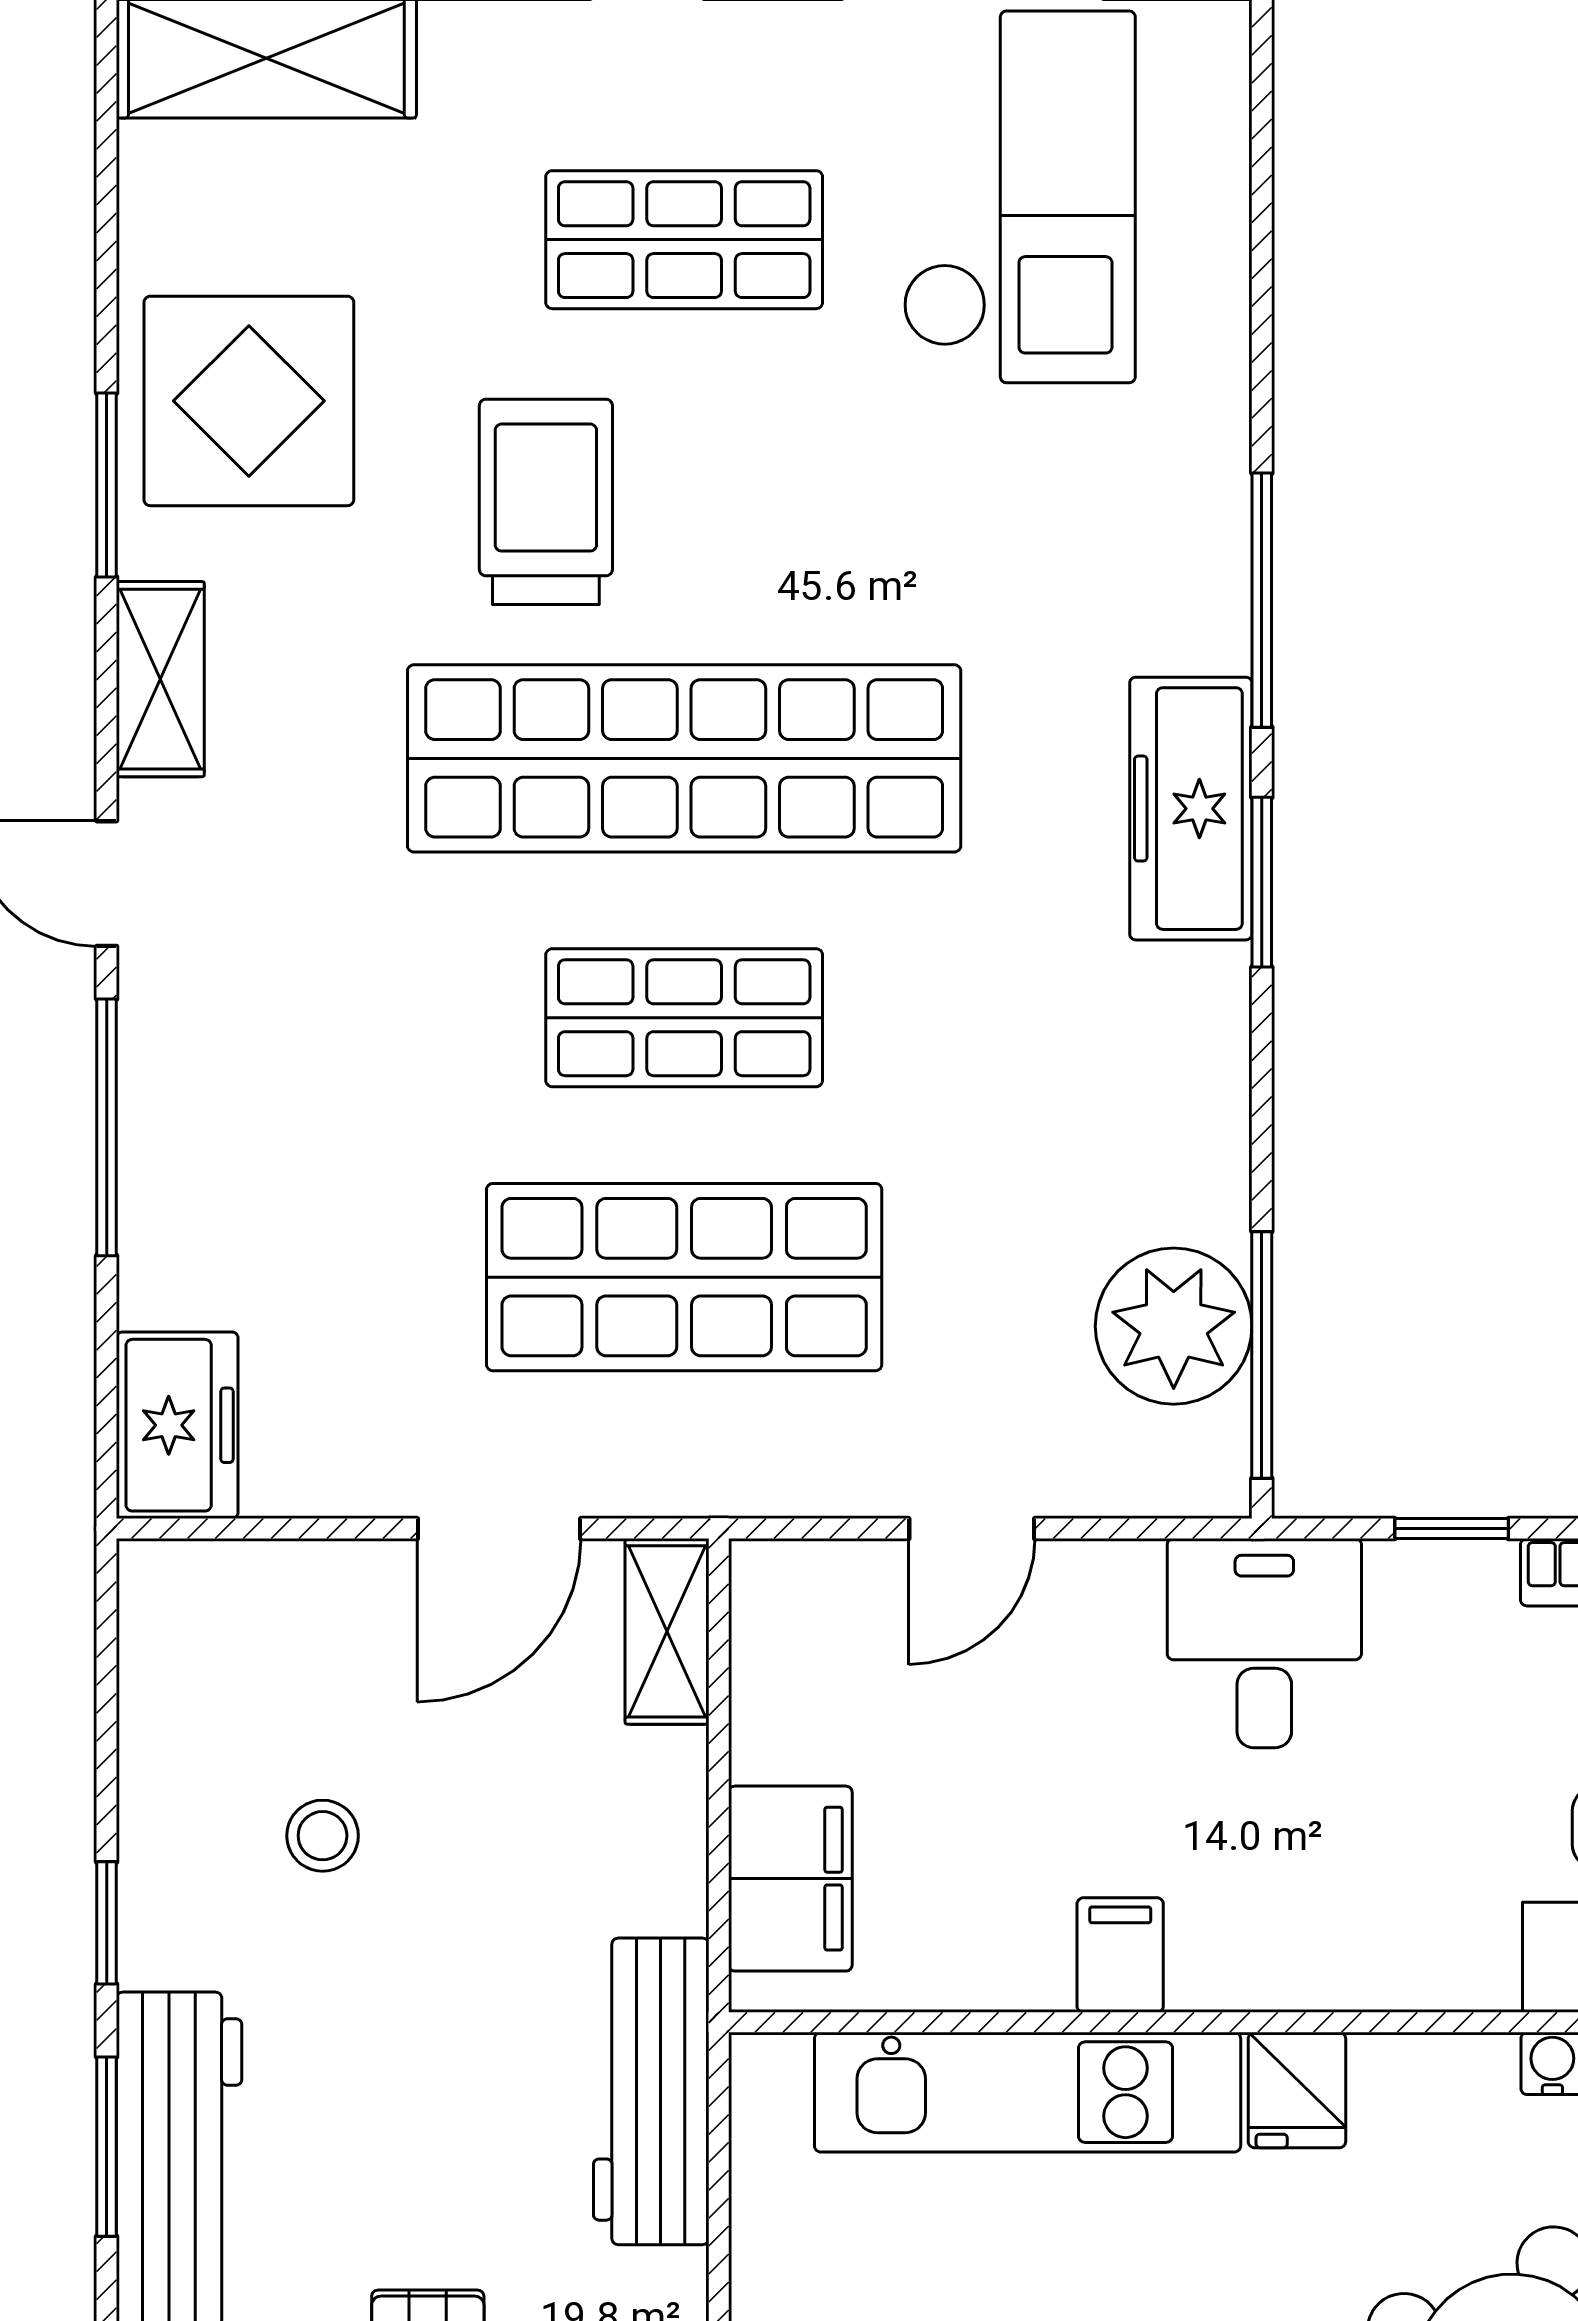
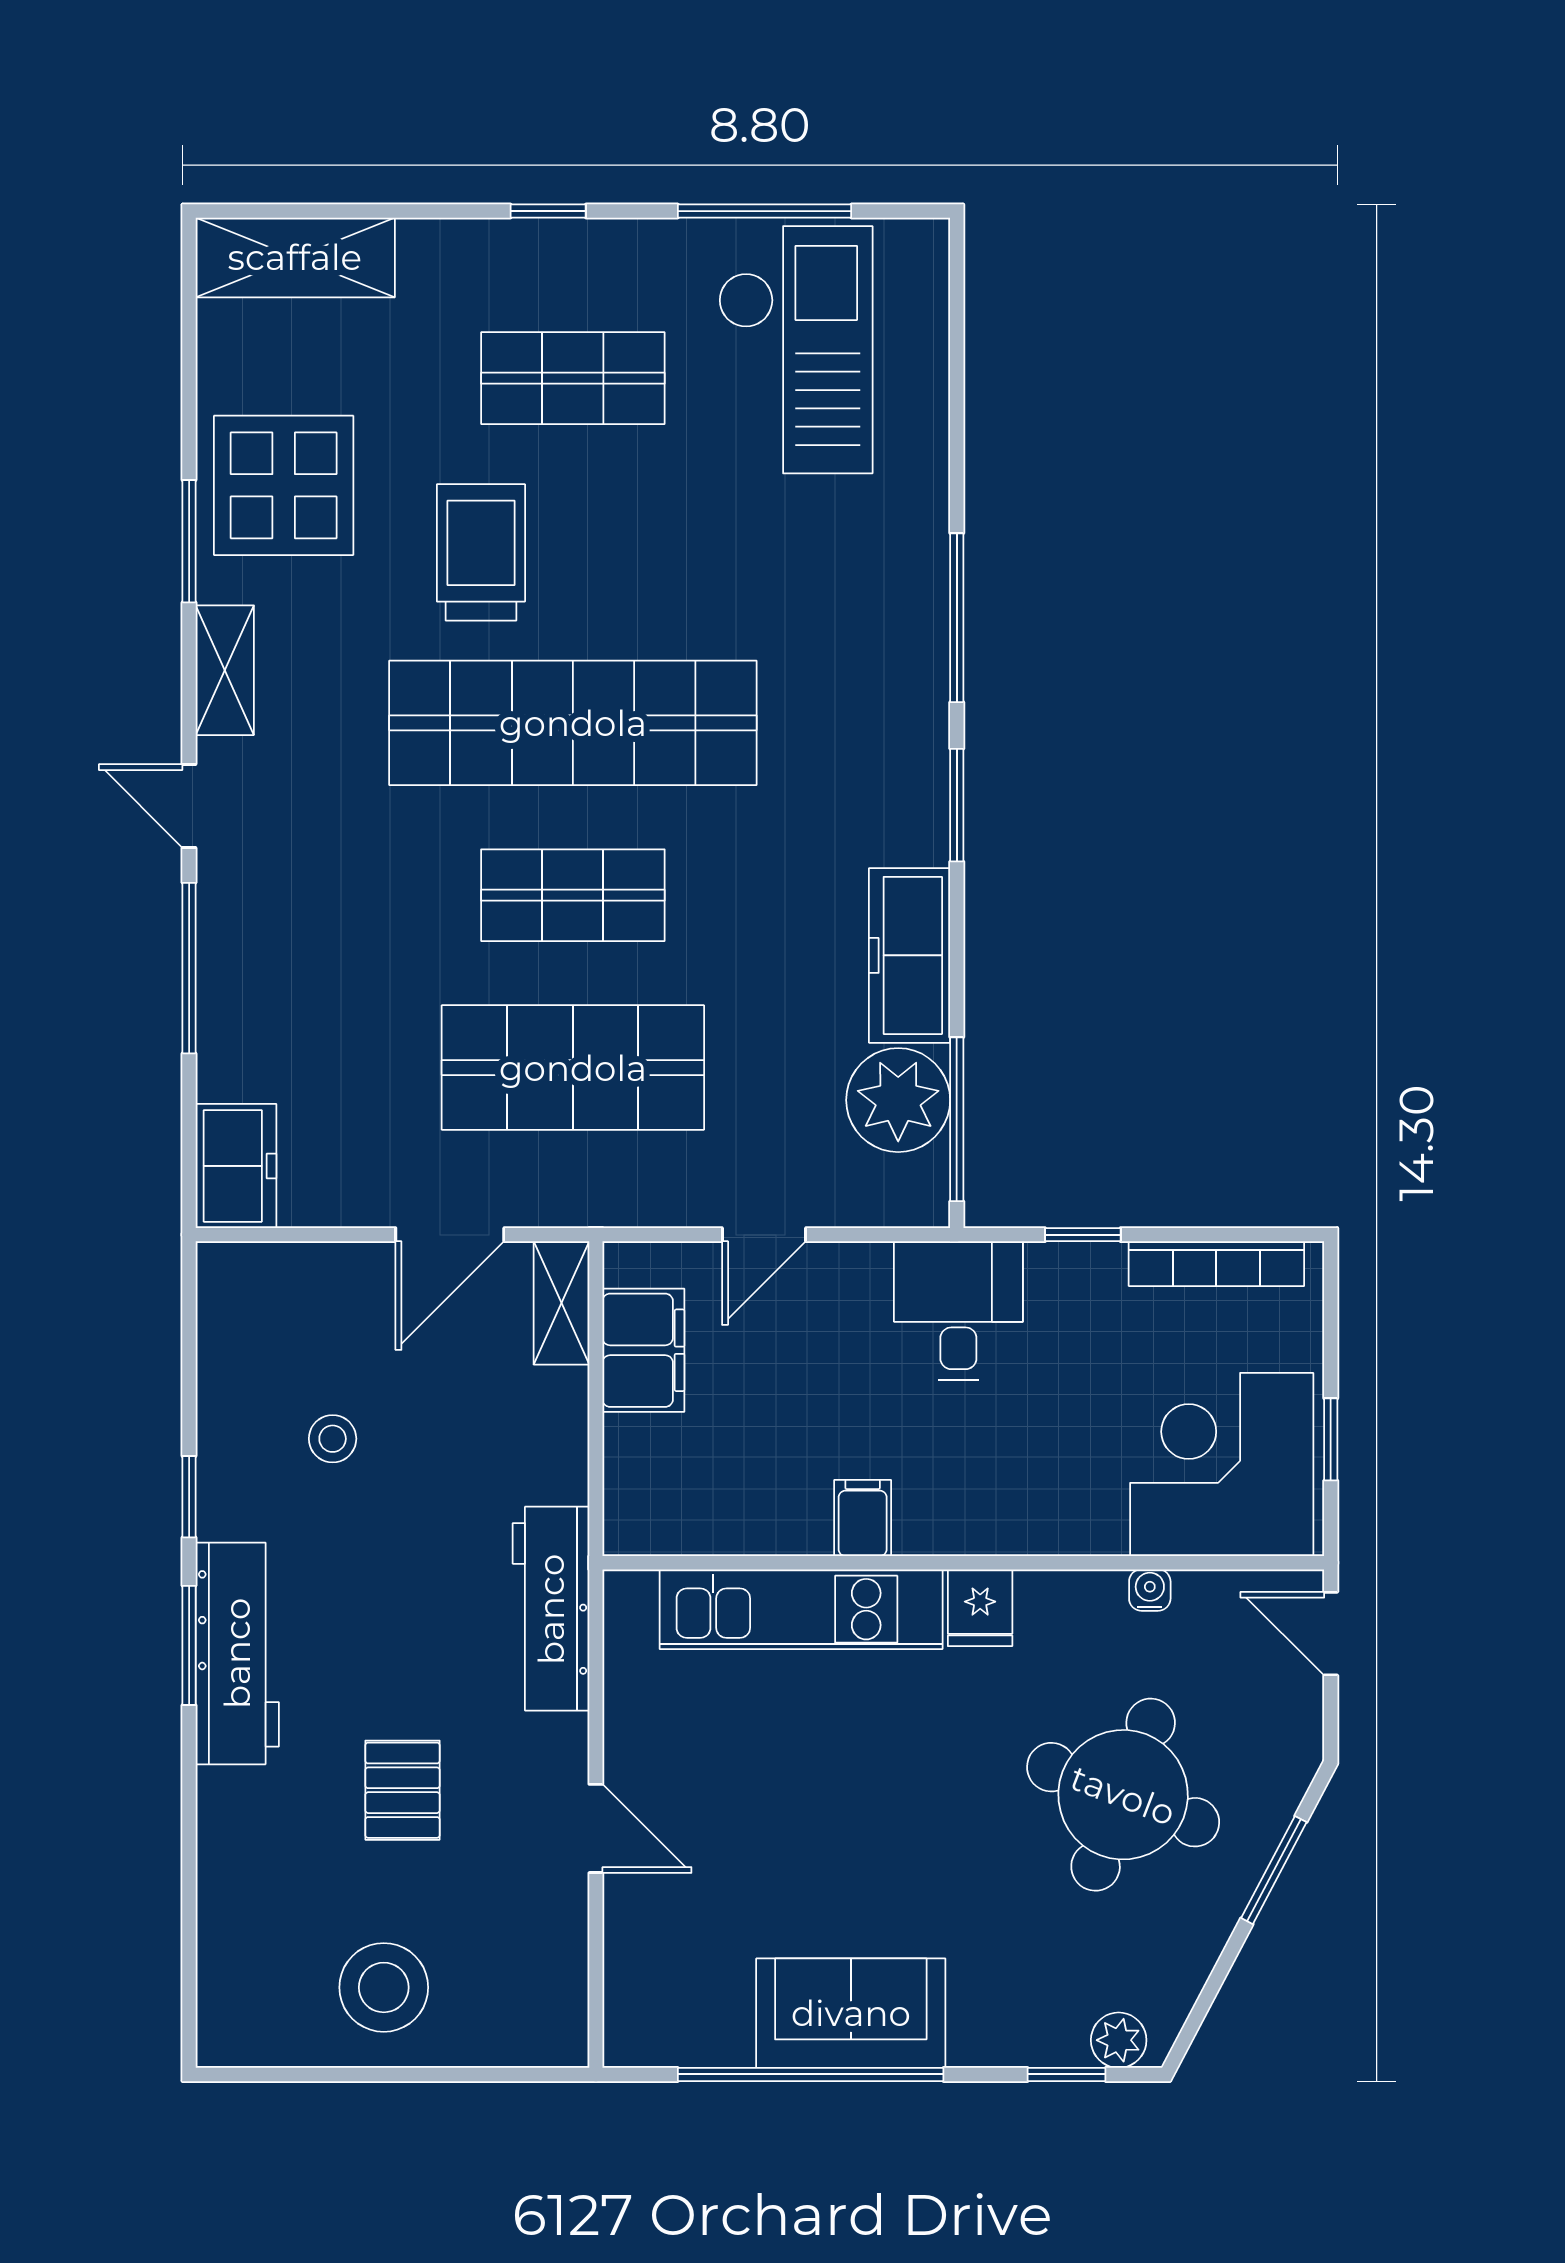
freezer: (1191, 809) -> (910, 955), moved
filing cabinet: (790, 1879) -> (643, 1350), moved

